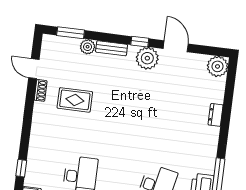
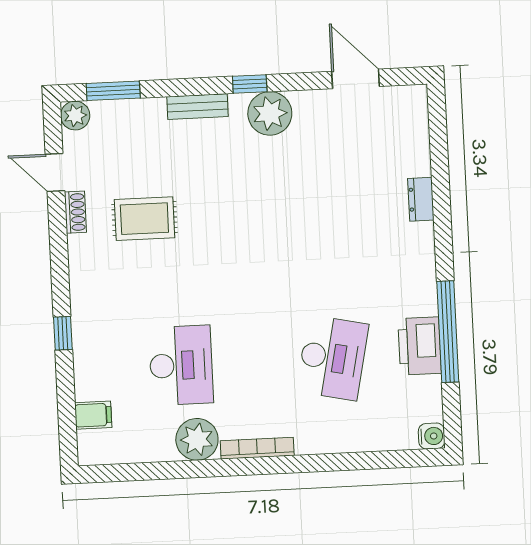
door: (176, 46) -> (356, 79), moved
plant: (88, 47) -> (75, 116), moved
plant: (218, 66) -> (408, 105), removed
window: (21, 168) -> (63, 333), moved

